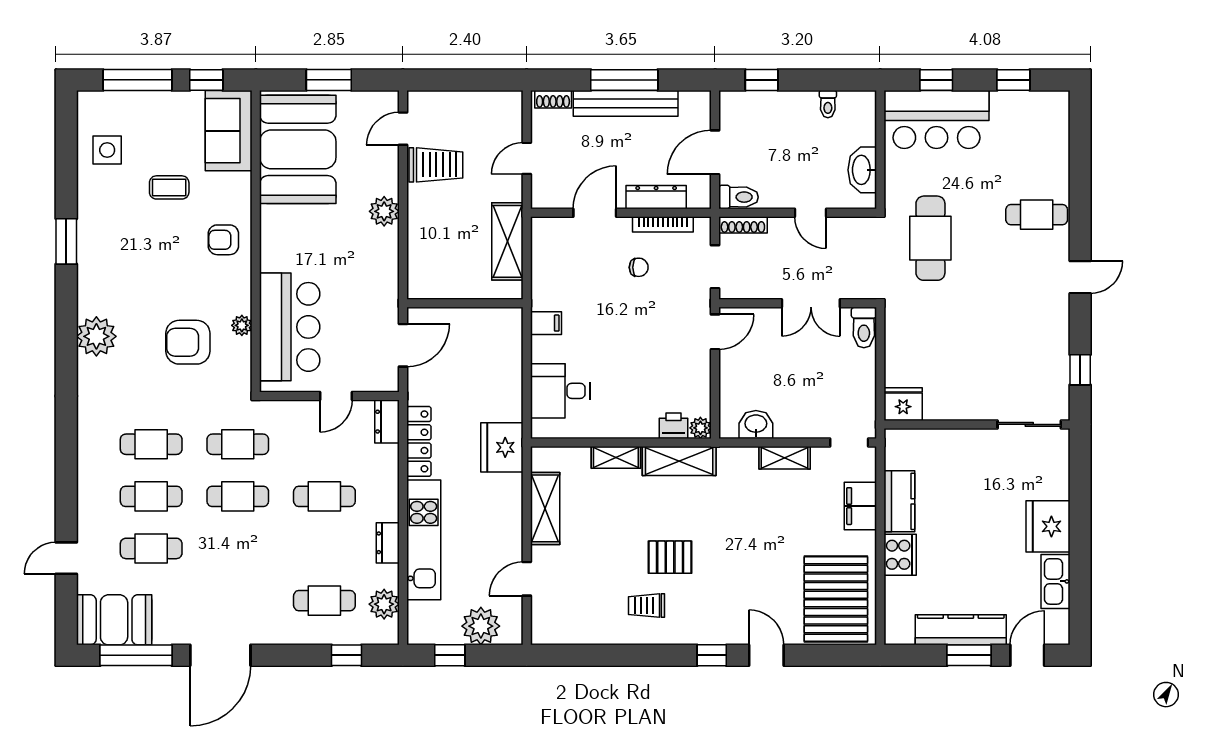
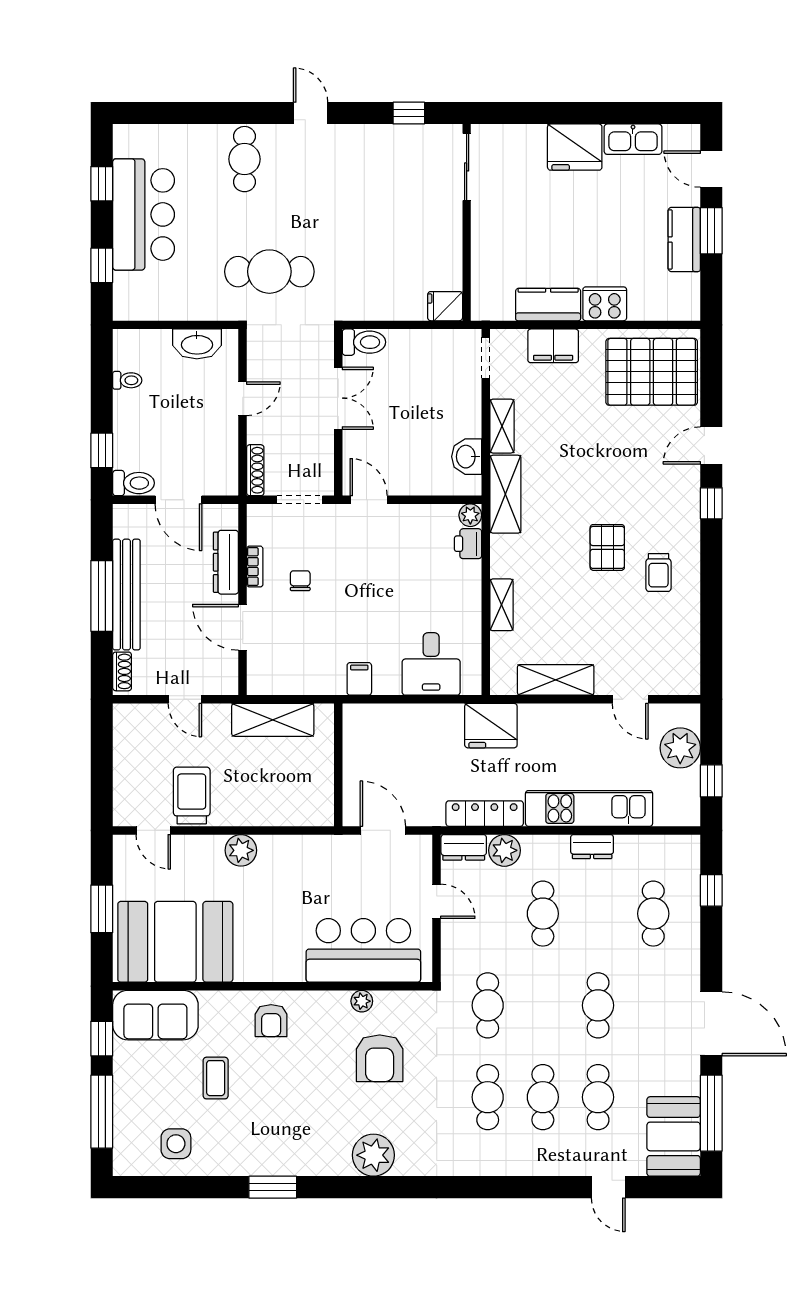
bar counter: (937, 119) -> (144, 214), moved
toilet: (739, 197) -> (134, 483), moved, turned 90
bookcase: (663, 224) -> (255, 567), width x0.64
fridge: (903, 404) -> (445, 306), width x0.72
shelving: (679, 461) -> (505, 494), moved
cafe table: (238, 496) -> (598, 1005), moved
plant: (384, 604) -> (504, 850), moved
kitchen counter: (961, 630) -> (684, 239), width x0.67

